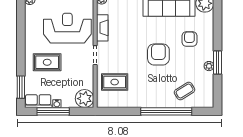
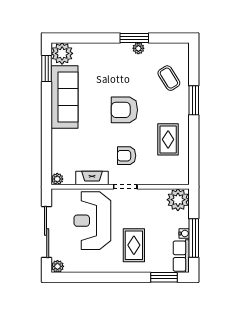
armchair: (189, 39) -> (127, 156), moved
rug: (115, 82) -> (168, 139), moved
window: (166, 111) -> (194, 100), width x0.47

